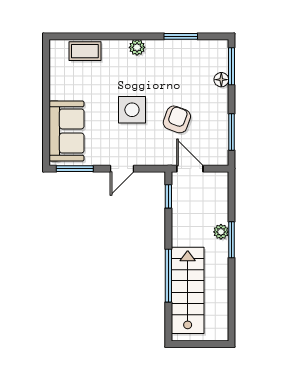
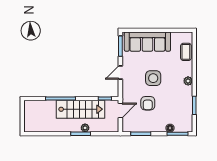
armchair: (177, 119) -> (148, 103), turned 70
sofa: (66, 131) -> (147, 42), width x1.36
door: (122, 169) -> (120, 73), hinge flipped
stairs: (188, 290) -> (80, 109), moved

